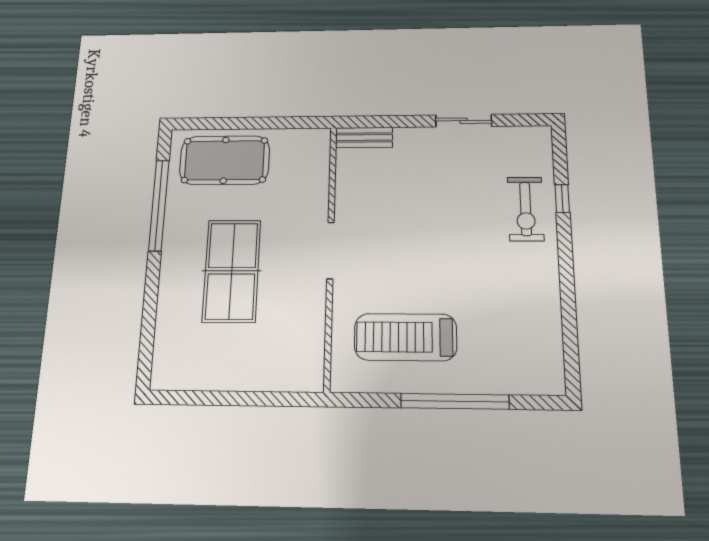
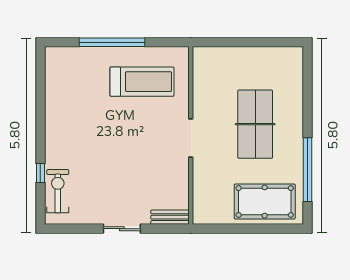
sliding door: (464, 121) -> (122, 229), moved
exercise bike: (526, 209) -> (58, 191), moved

